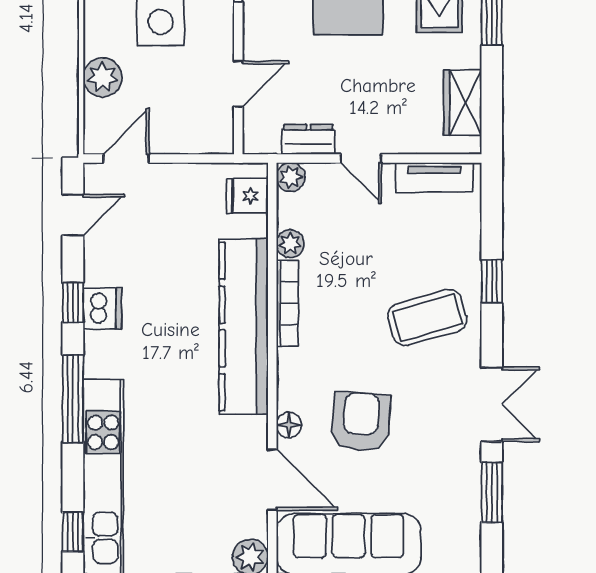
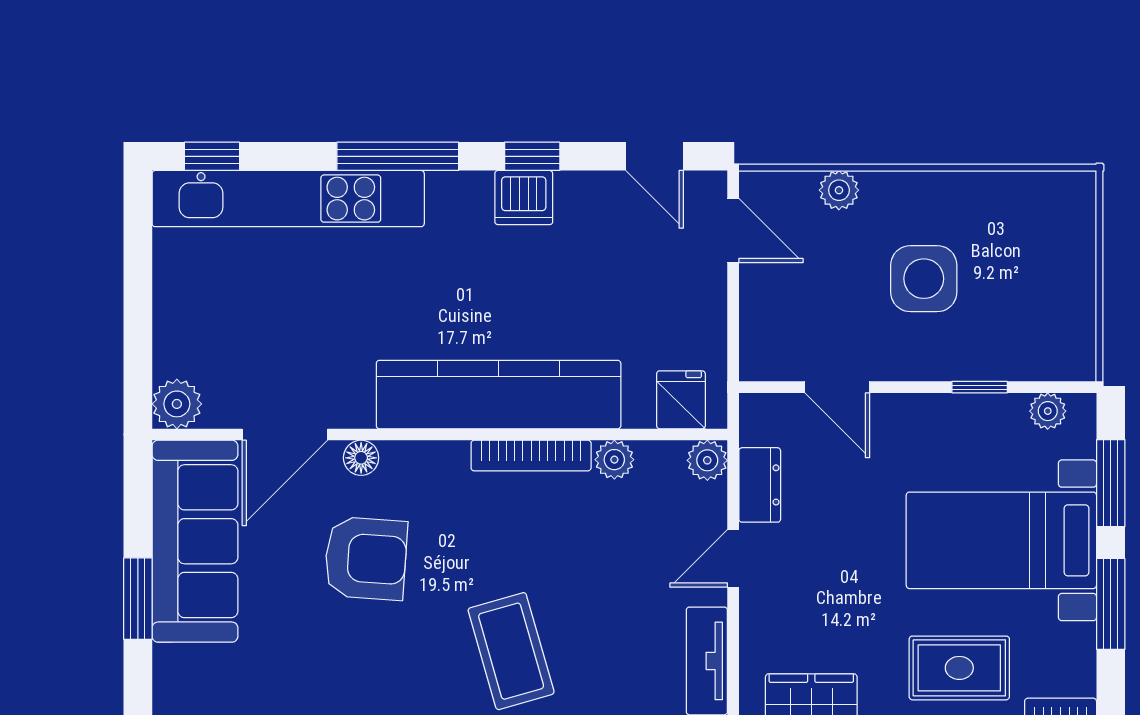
plant: (103, 77) -> (839, 190), width x0.73, depth x0.73

